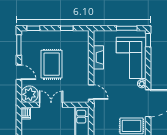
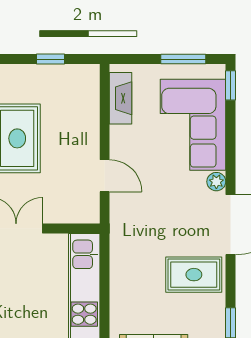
fireplace: (98, 57) -> (121, 98), moved
door: (91, 92) -> (105, 176), moved

